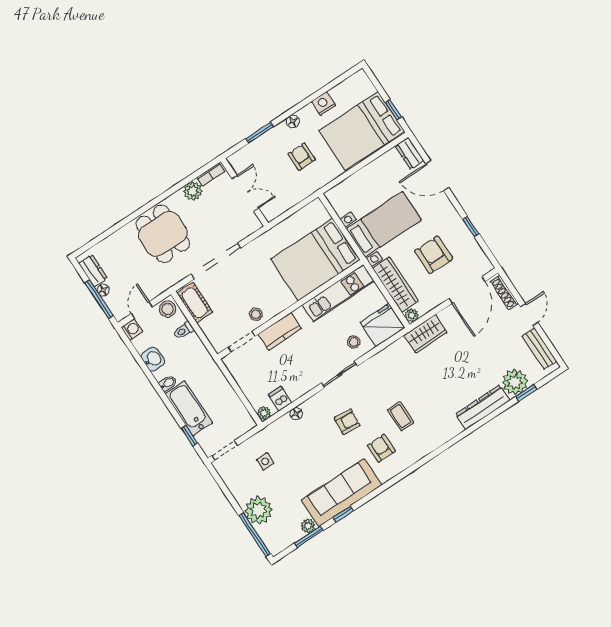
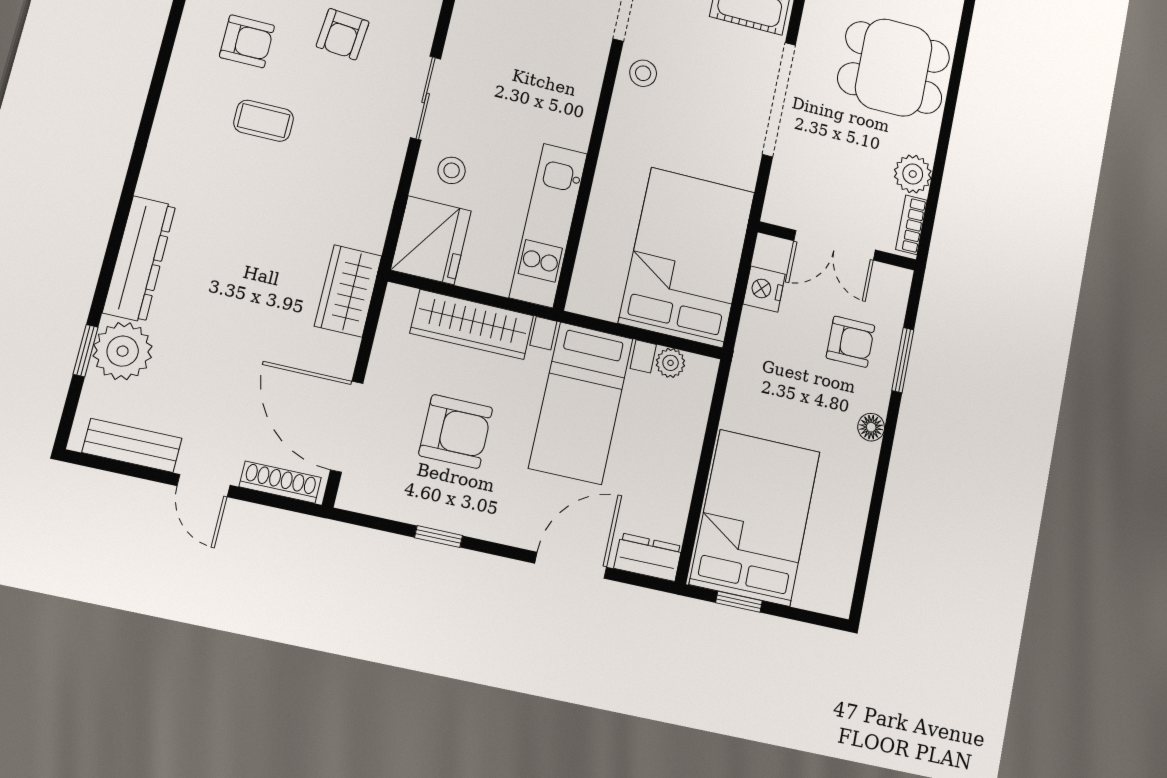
nightstand: (323, 104) -> (764, 289), moved, turned 180
armchair: (302, 157) -> (850, 342), moved
bed: (315, 259) -> (687, 257), moved
plant: (412, 315) -> (671, 363), moved
kitchen counter: (280, 331) -> (582, 80), removed

